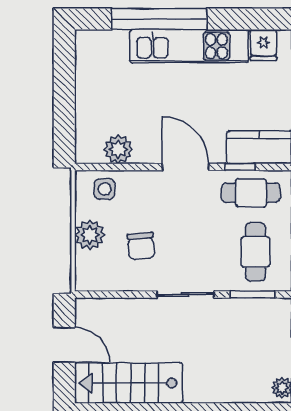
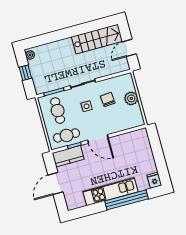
fridge: (263, 45) -> (154, 180), moved
plant: (118, 149) -> (129, 139), removed
side table: (105, 189) -> (87, 106), moved
door: (64, 345) -> (129, 48), hinge flipped

